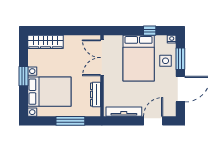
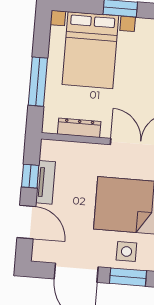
tv unit: (124, 112) -> (45, 182), width x0.71
window: (126, 121) -> (30, 176), added

